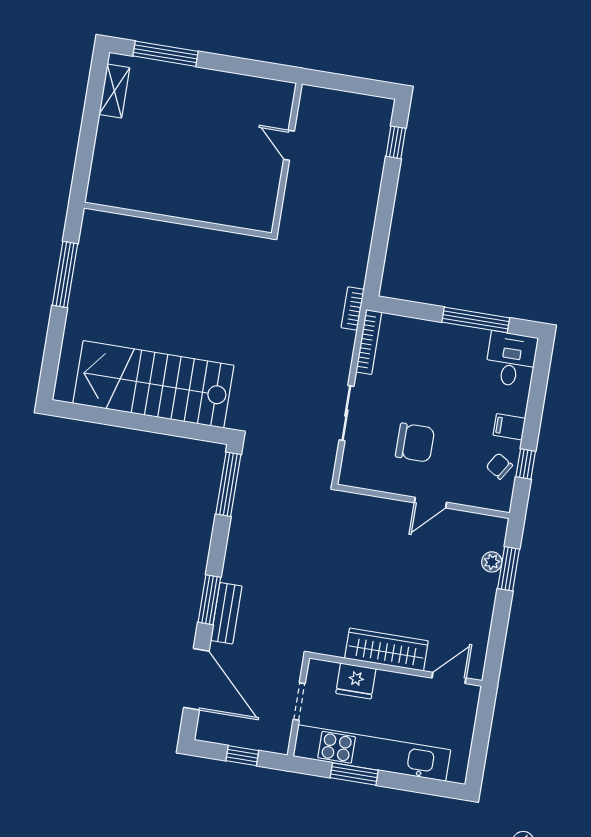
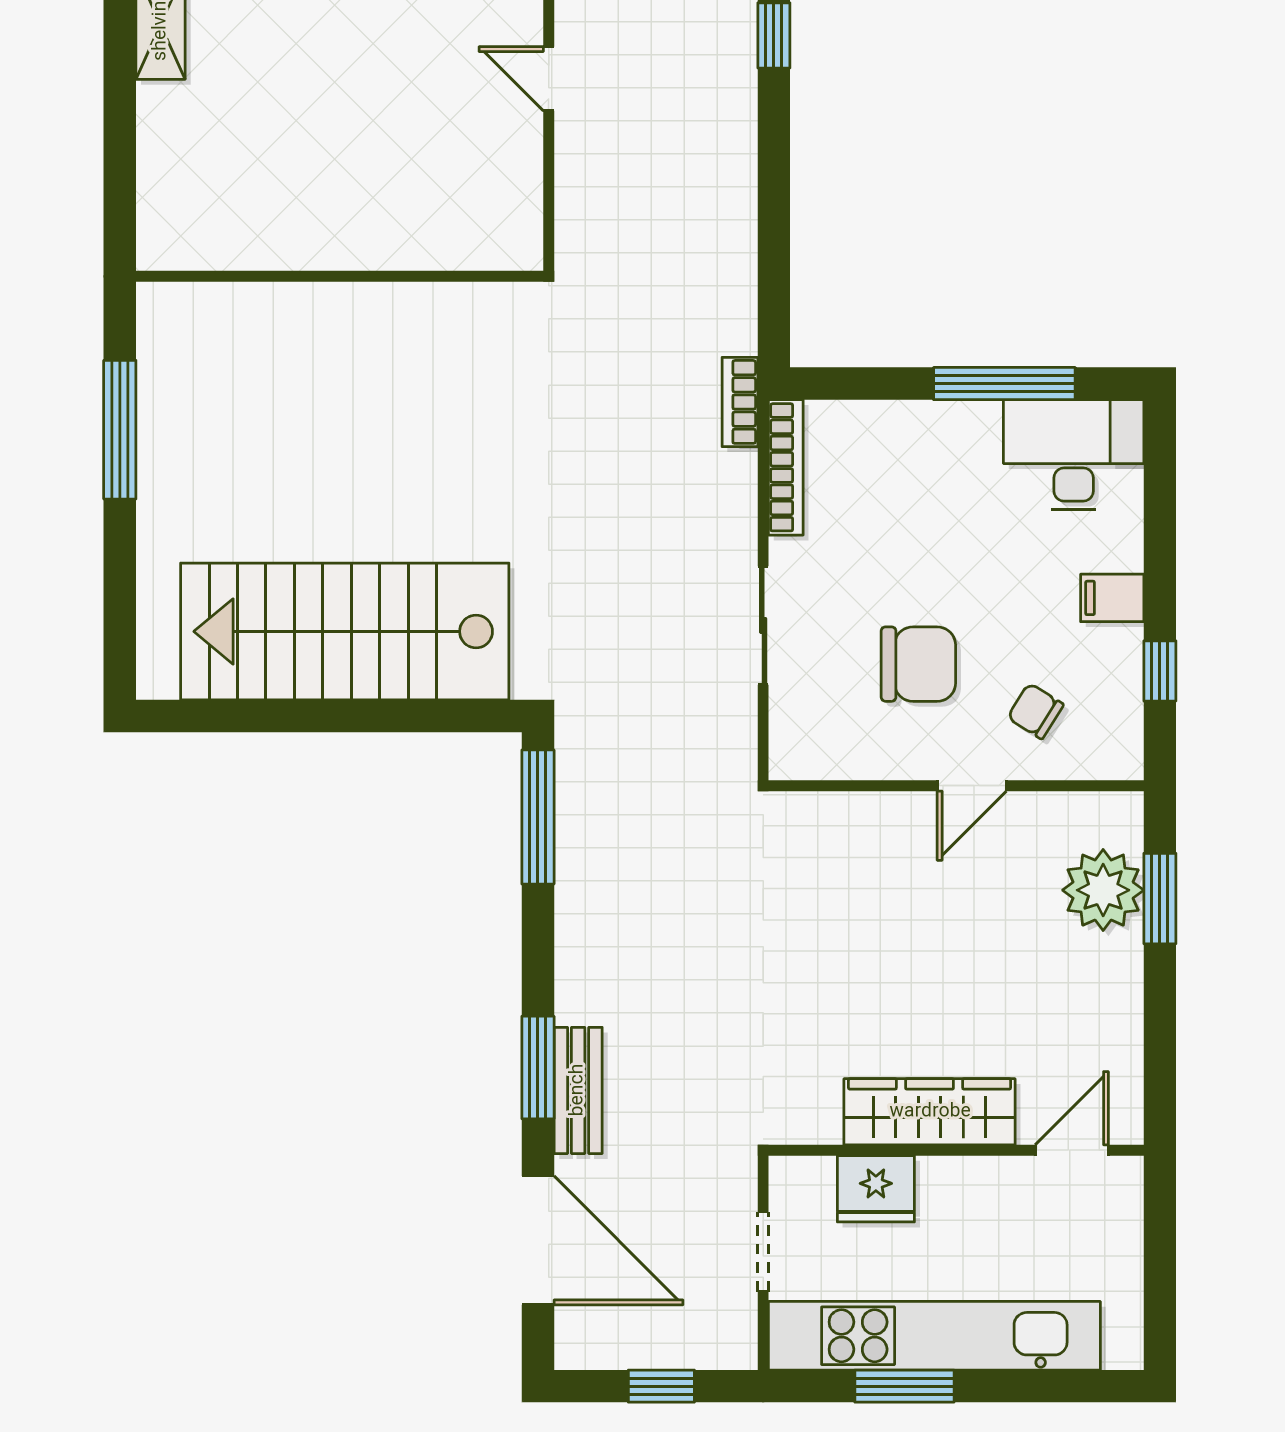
desk: (511, 359) -> (1074, 455), width x1.37
chair: (499, 466) -> (1035, 711), moved
plant: (492, 562) -> (1103, 890), width x1.87, depth x1.87

